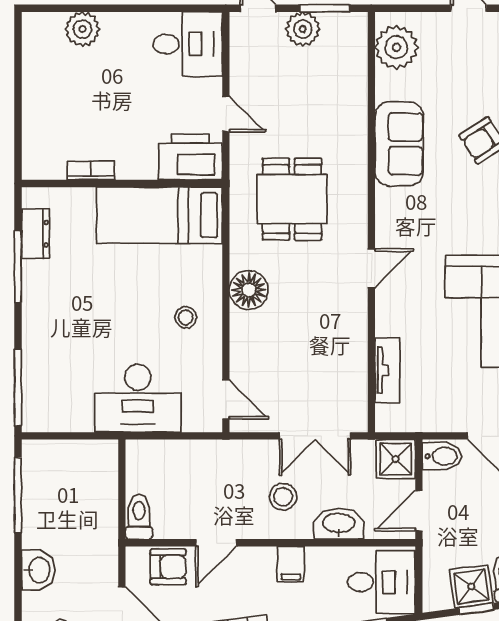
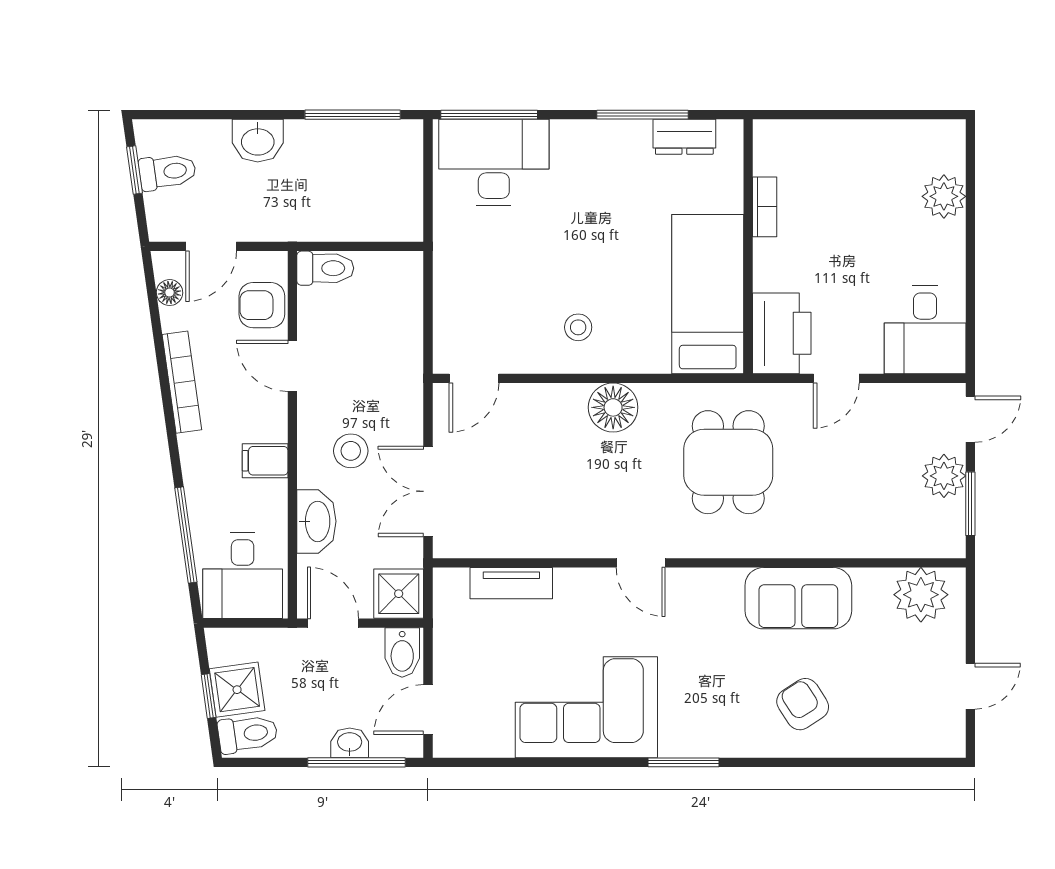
dining table: (292, 199) -> (728, 462), turned 90
desk: (138, 398) -> (494, 162), moved, turned 90
armchair: (168, 567) -> (262, 305), turned 90

